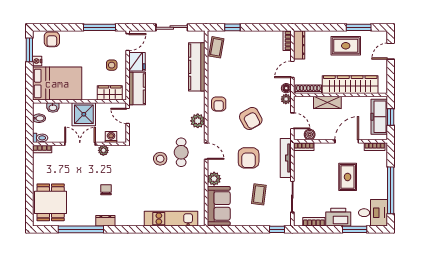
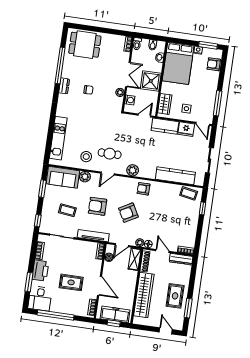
shelving: (327, 102) -> (135, 259), moved
stool: (160, 159) -> (86, 157), moved
window: (237, 229) -> (42, 189), added

